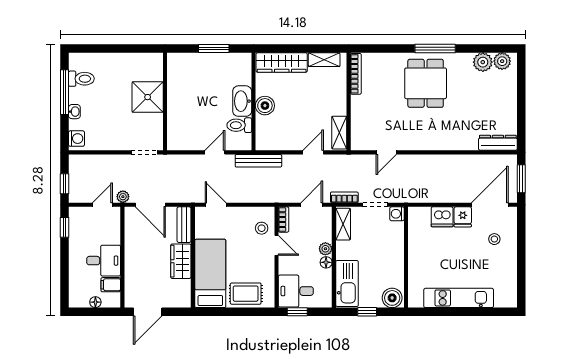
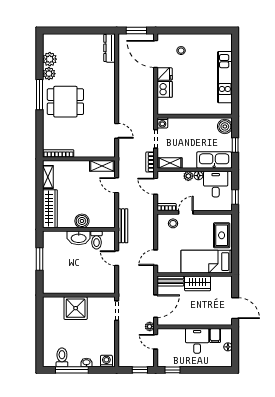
plant: (502, 61) -> (49, 74), moved
desk: (296, 291) -> (216, 184), moved, turned 180

